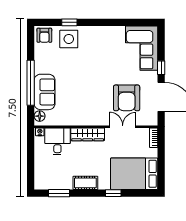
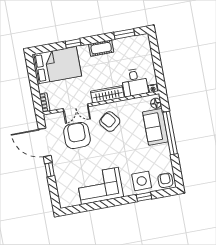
corner sofa: (142, 48) -> (100, 186), moved, turned -90
armchair: (90, 106) -> (110, 122), added

